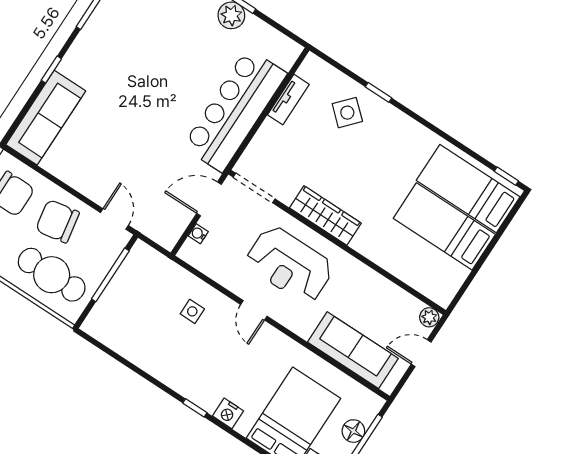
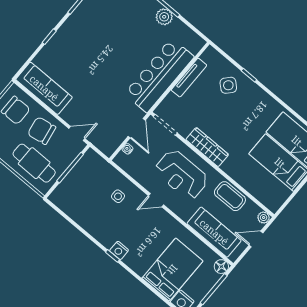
tv unit: (288, 100) -> (189, 78), width x1.41
sofa: (46, 118) -> (44, 88), moved, turned -90
door: (209, 199) -> (137, 128), swing flipped
door: (114, 219) -> (77, 133), hinge flipped
coffee table: (371, 290) -> (230, 196), added
door: (254, 310) -> (156, 200), hinge flipped
nightstand: (228, 413) -> (119, 250), moved
floor lamp: (353, 431) -> (221, 267), moved

